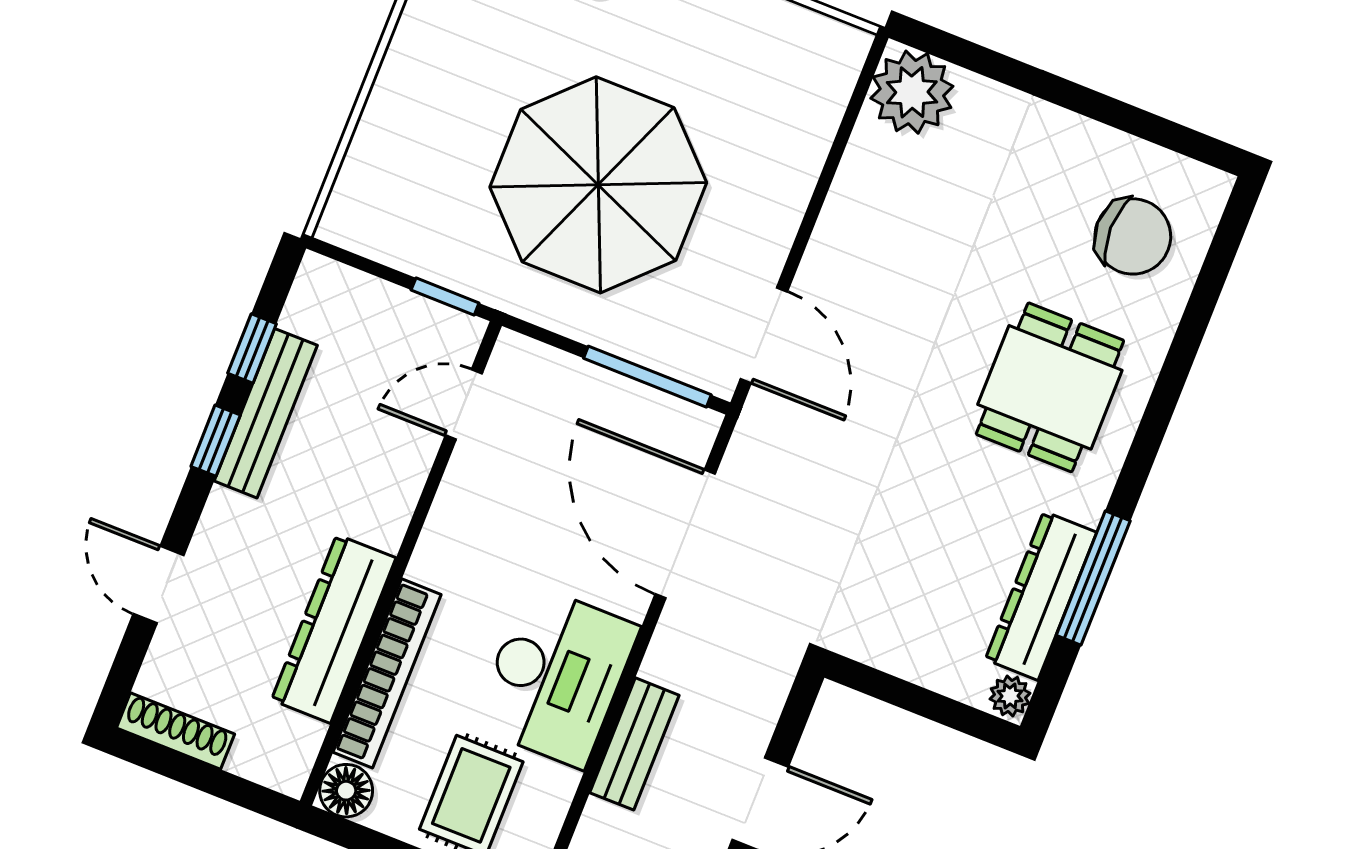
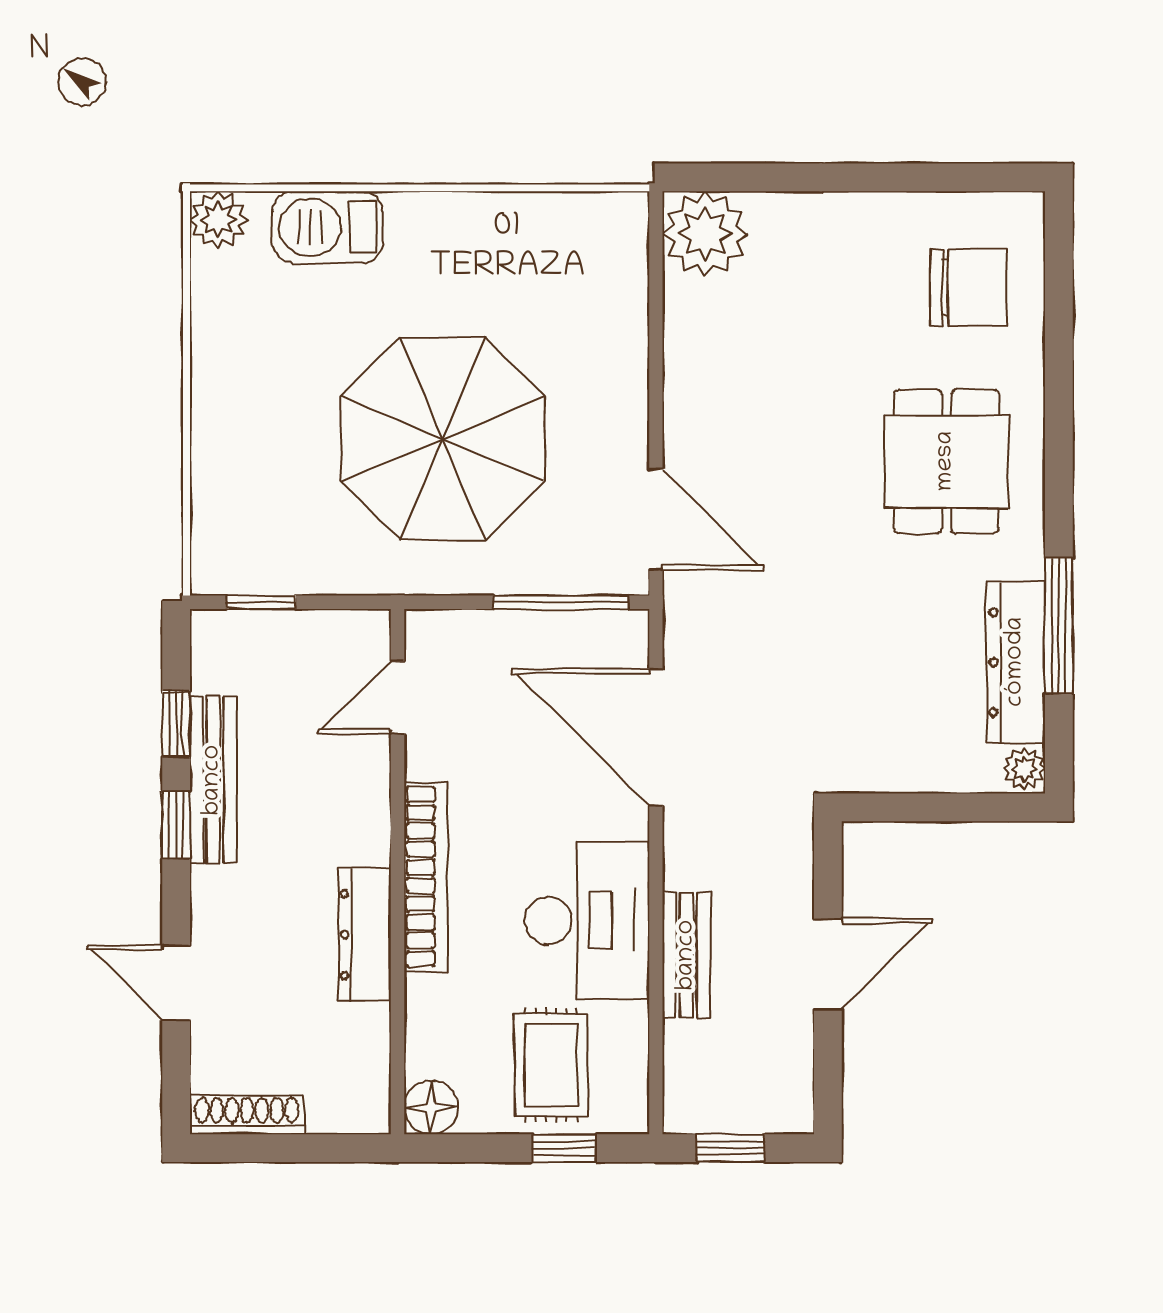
window: (445, 297) -> (261, 602), moved
dresser: (334, 629) -> (365, 935), width x0.73, depth x0.80
bookcase: (387, 673) -> (426, 877), moved

